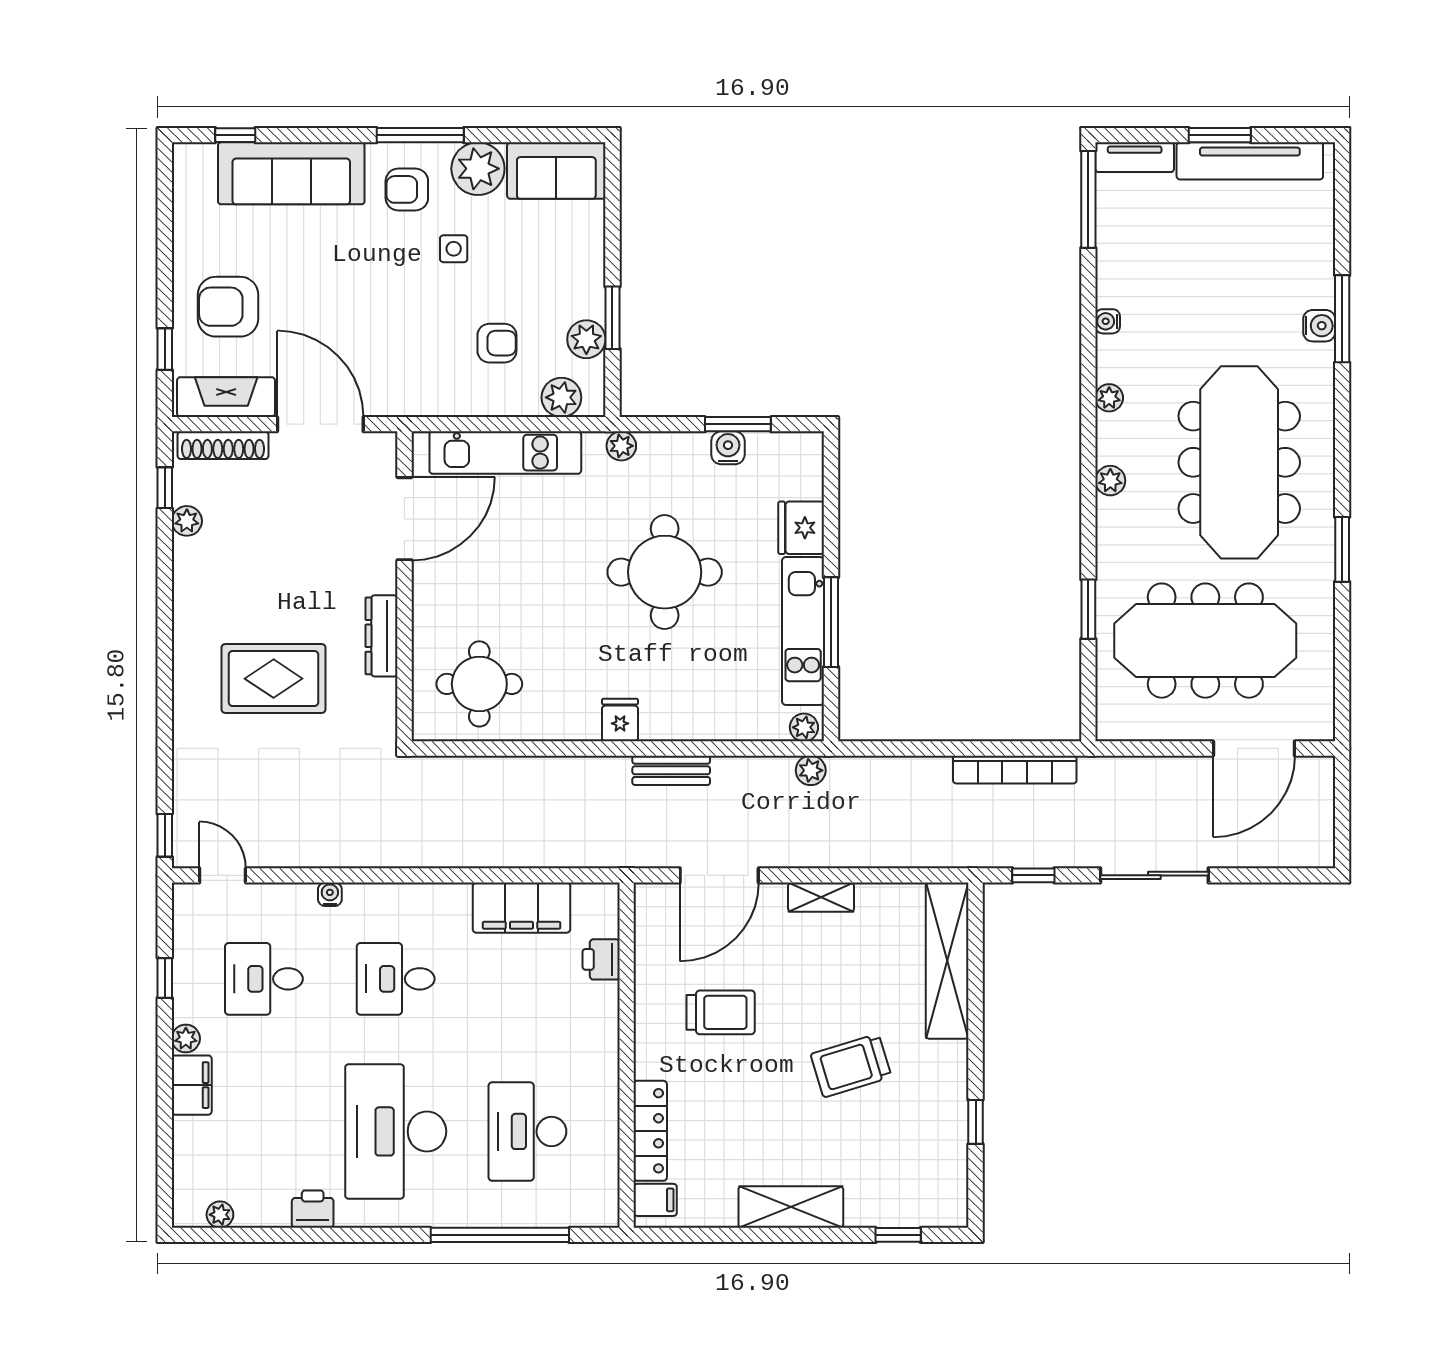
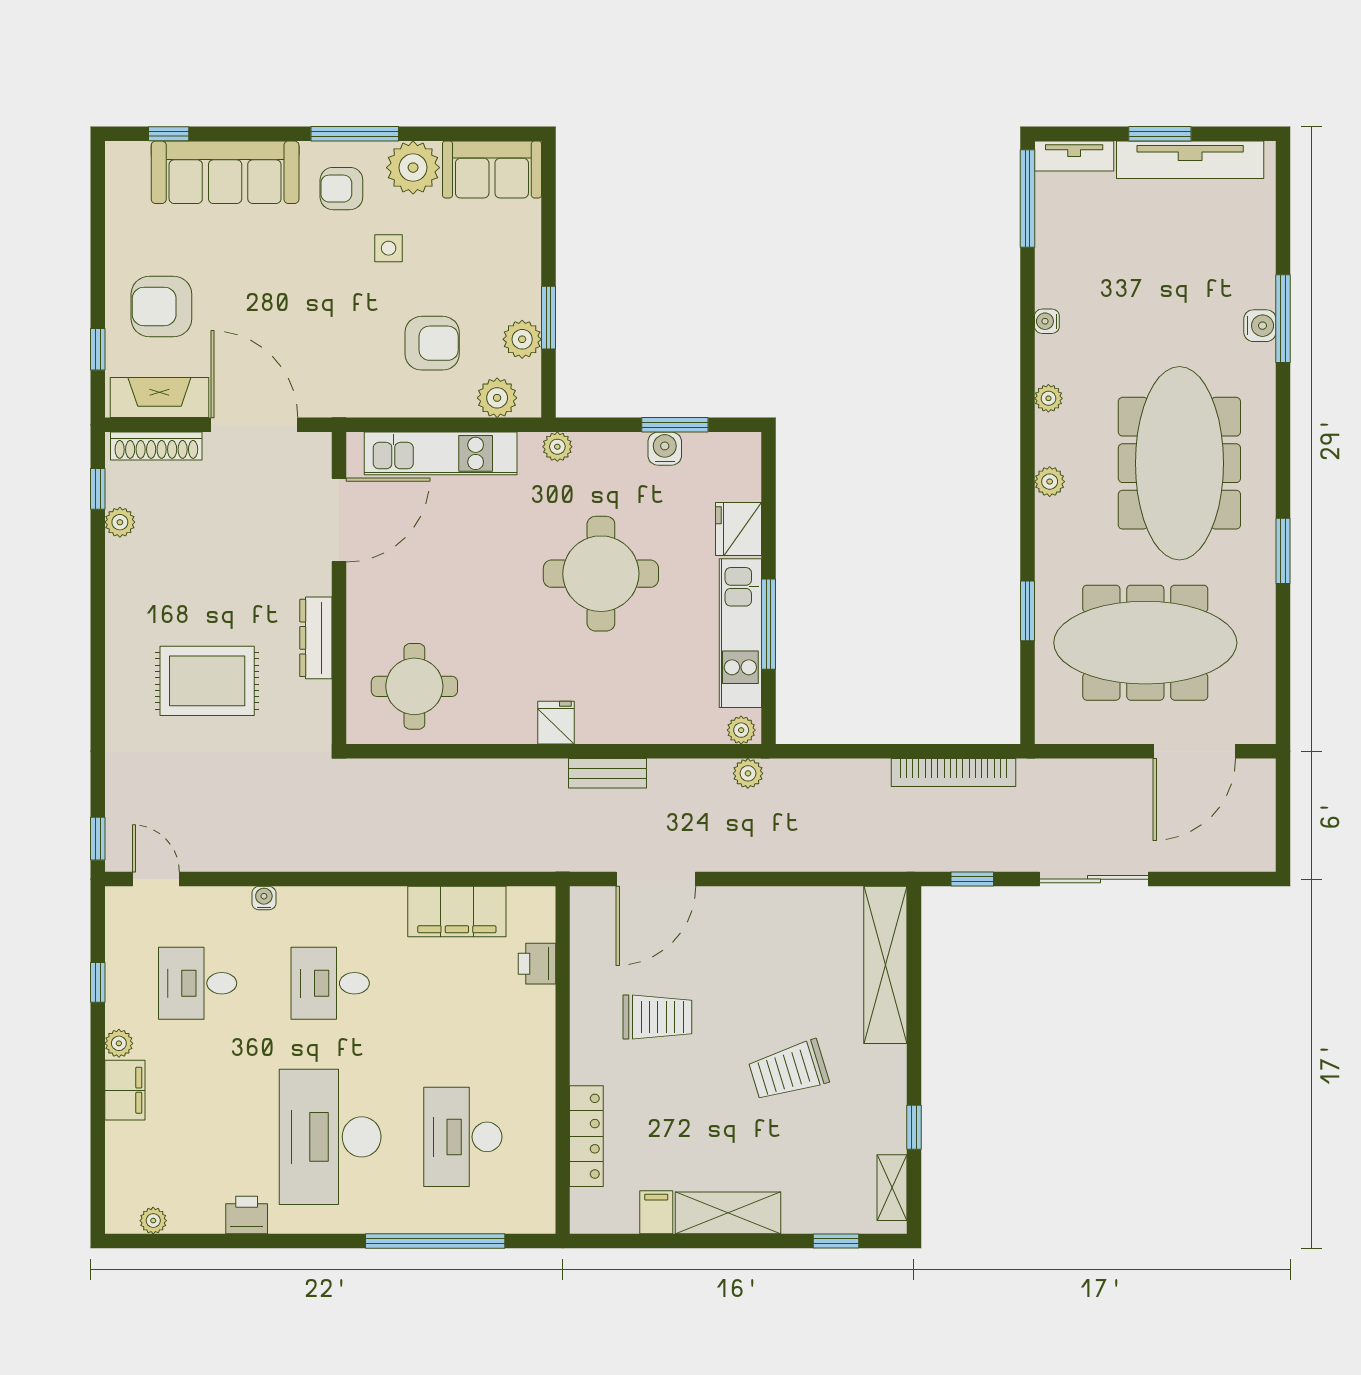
armchair: (497, 343) -> (432, 343), width x1.38, depth x1.38
shelving: (821, 897) -> (892, 1188), moved, turned 90
filing cabinet: (655, 1200) -> (656, 1212), moved, turned -90

